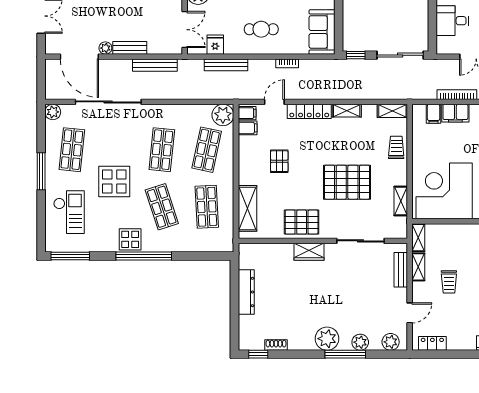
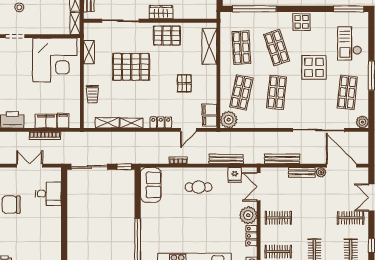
locker: (309, 111) -> (161, 122), width x0.66
shelving: (392, 111) -> (107, 123), moved
window: (144, 256) -> (254, 9), moved

